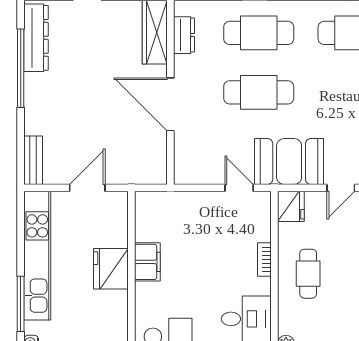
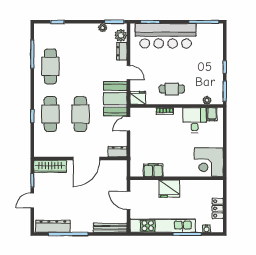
dresser: (184, 35) -> (118, 152), moved
bench: (33, 160) -> (110, 228), width x1.36
filing cabinet: (147, 262) -> (153, 170), moved

